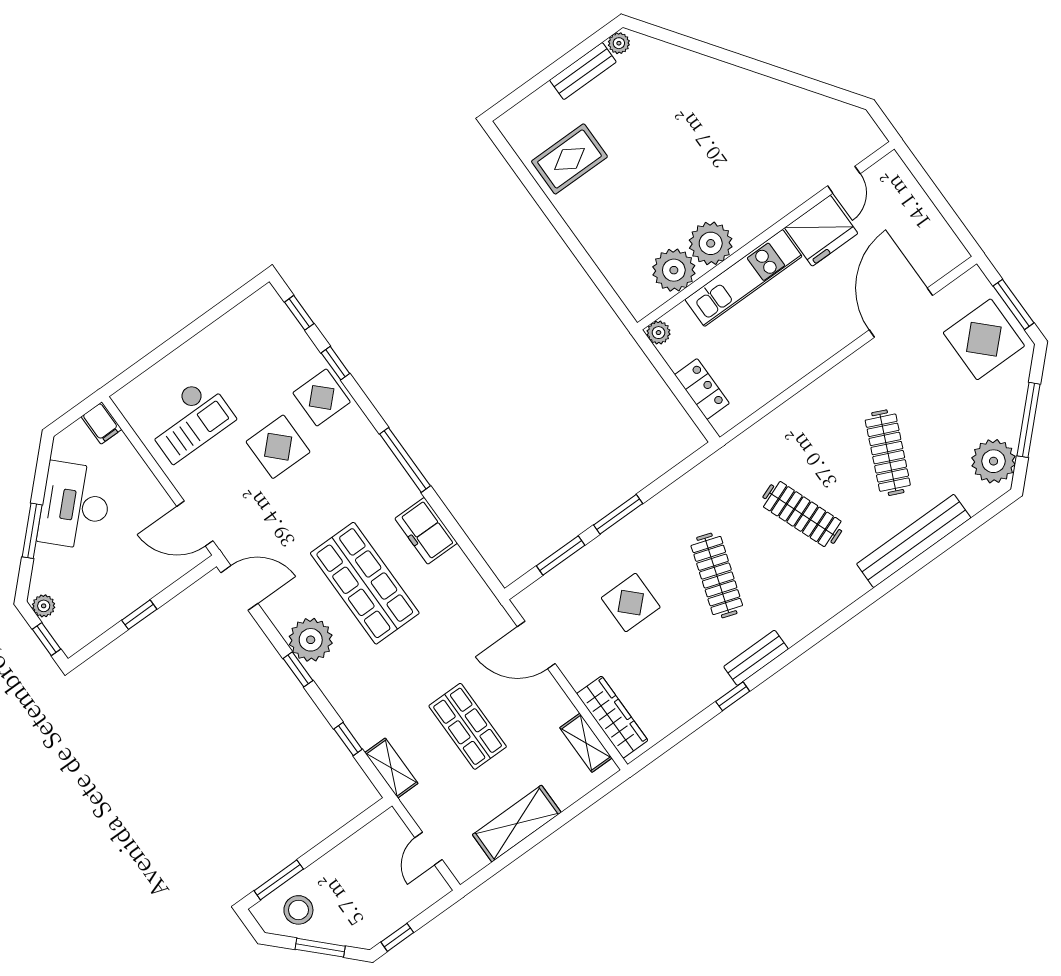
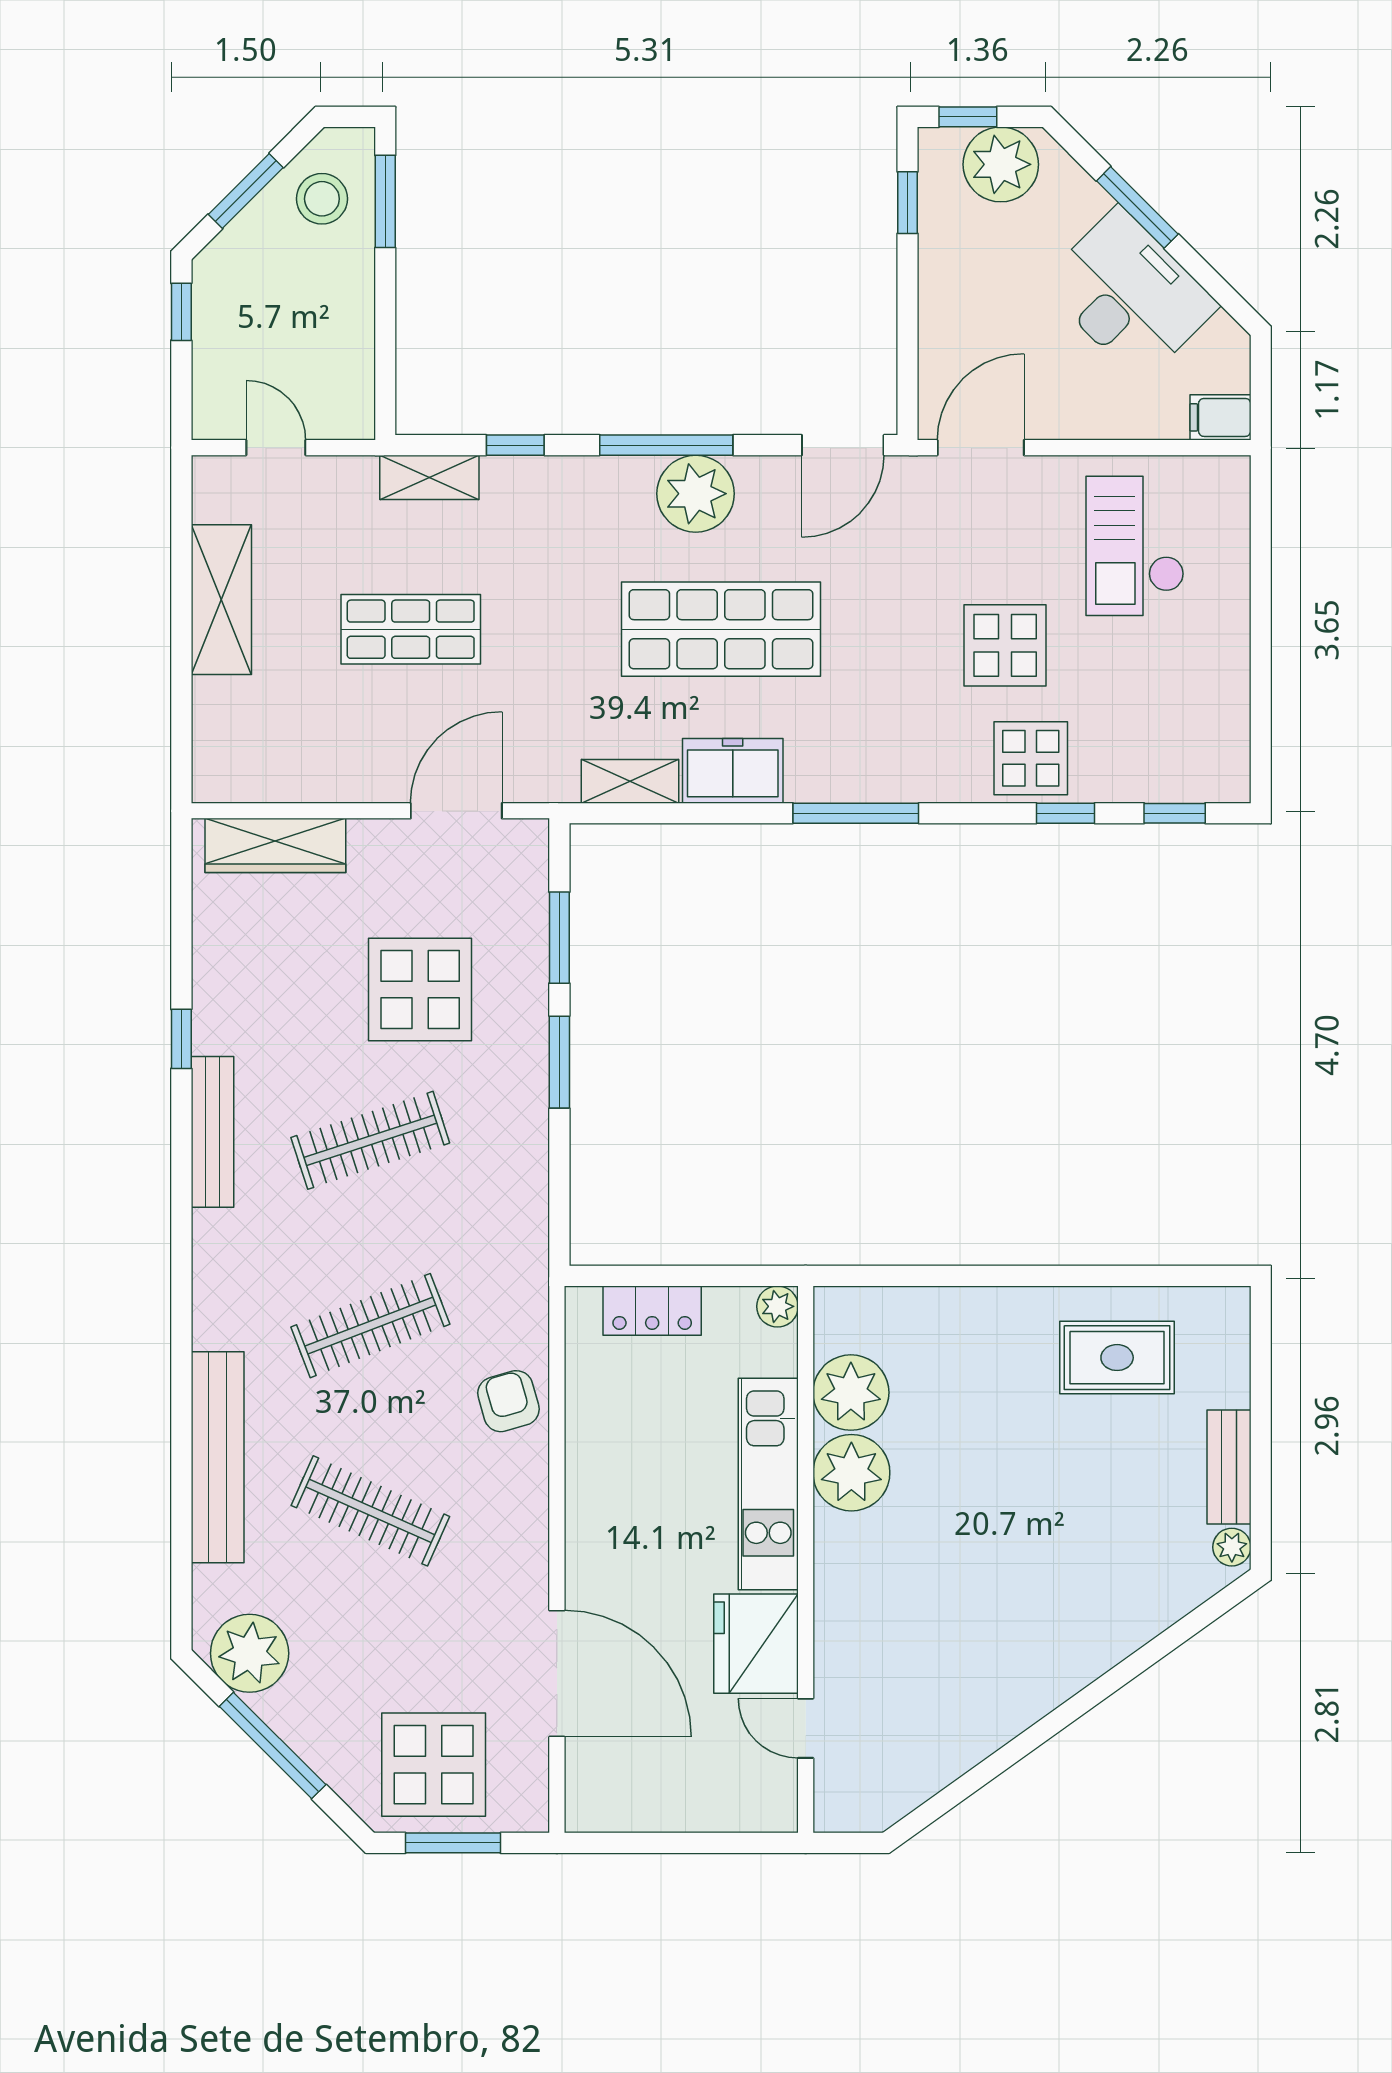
rug: (569, 159) -> (1117, 1358), turned 90
armchair: (791, 425) -> (508, 1401), added
clothes rail: (717, 575) -> (370, 1140), turned -36
display table: (631, 603) -> (420, 990), width x1.36, depth x1.36
plant: (44, 606) -> (1001, 164), width x1.88, depth x1.88
window: (139, 615) -> (908, 203), moved
bench: (756, 658) -> (212, 1132), width x1.36
window: (298, 669) -> (666, 445), width x2.17
shelving: (586, 743) -> (630, 781), moved

